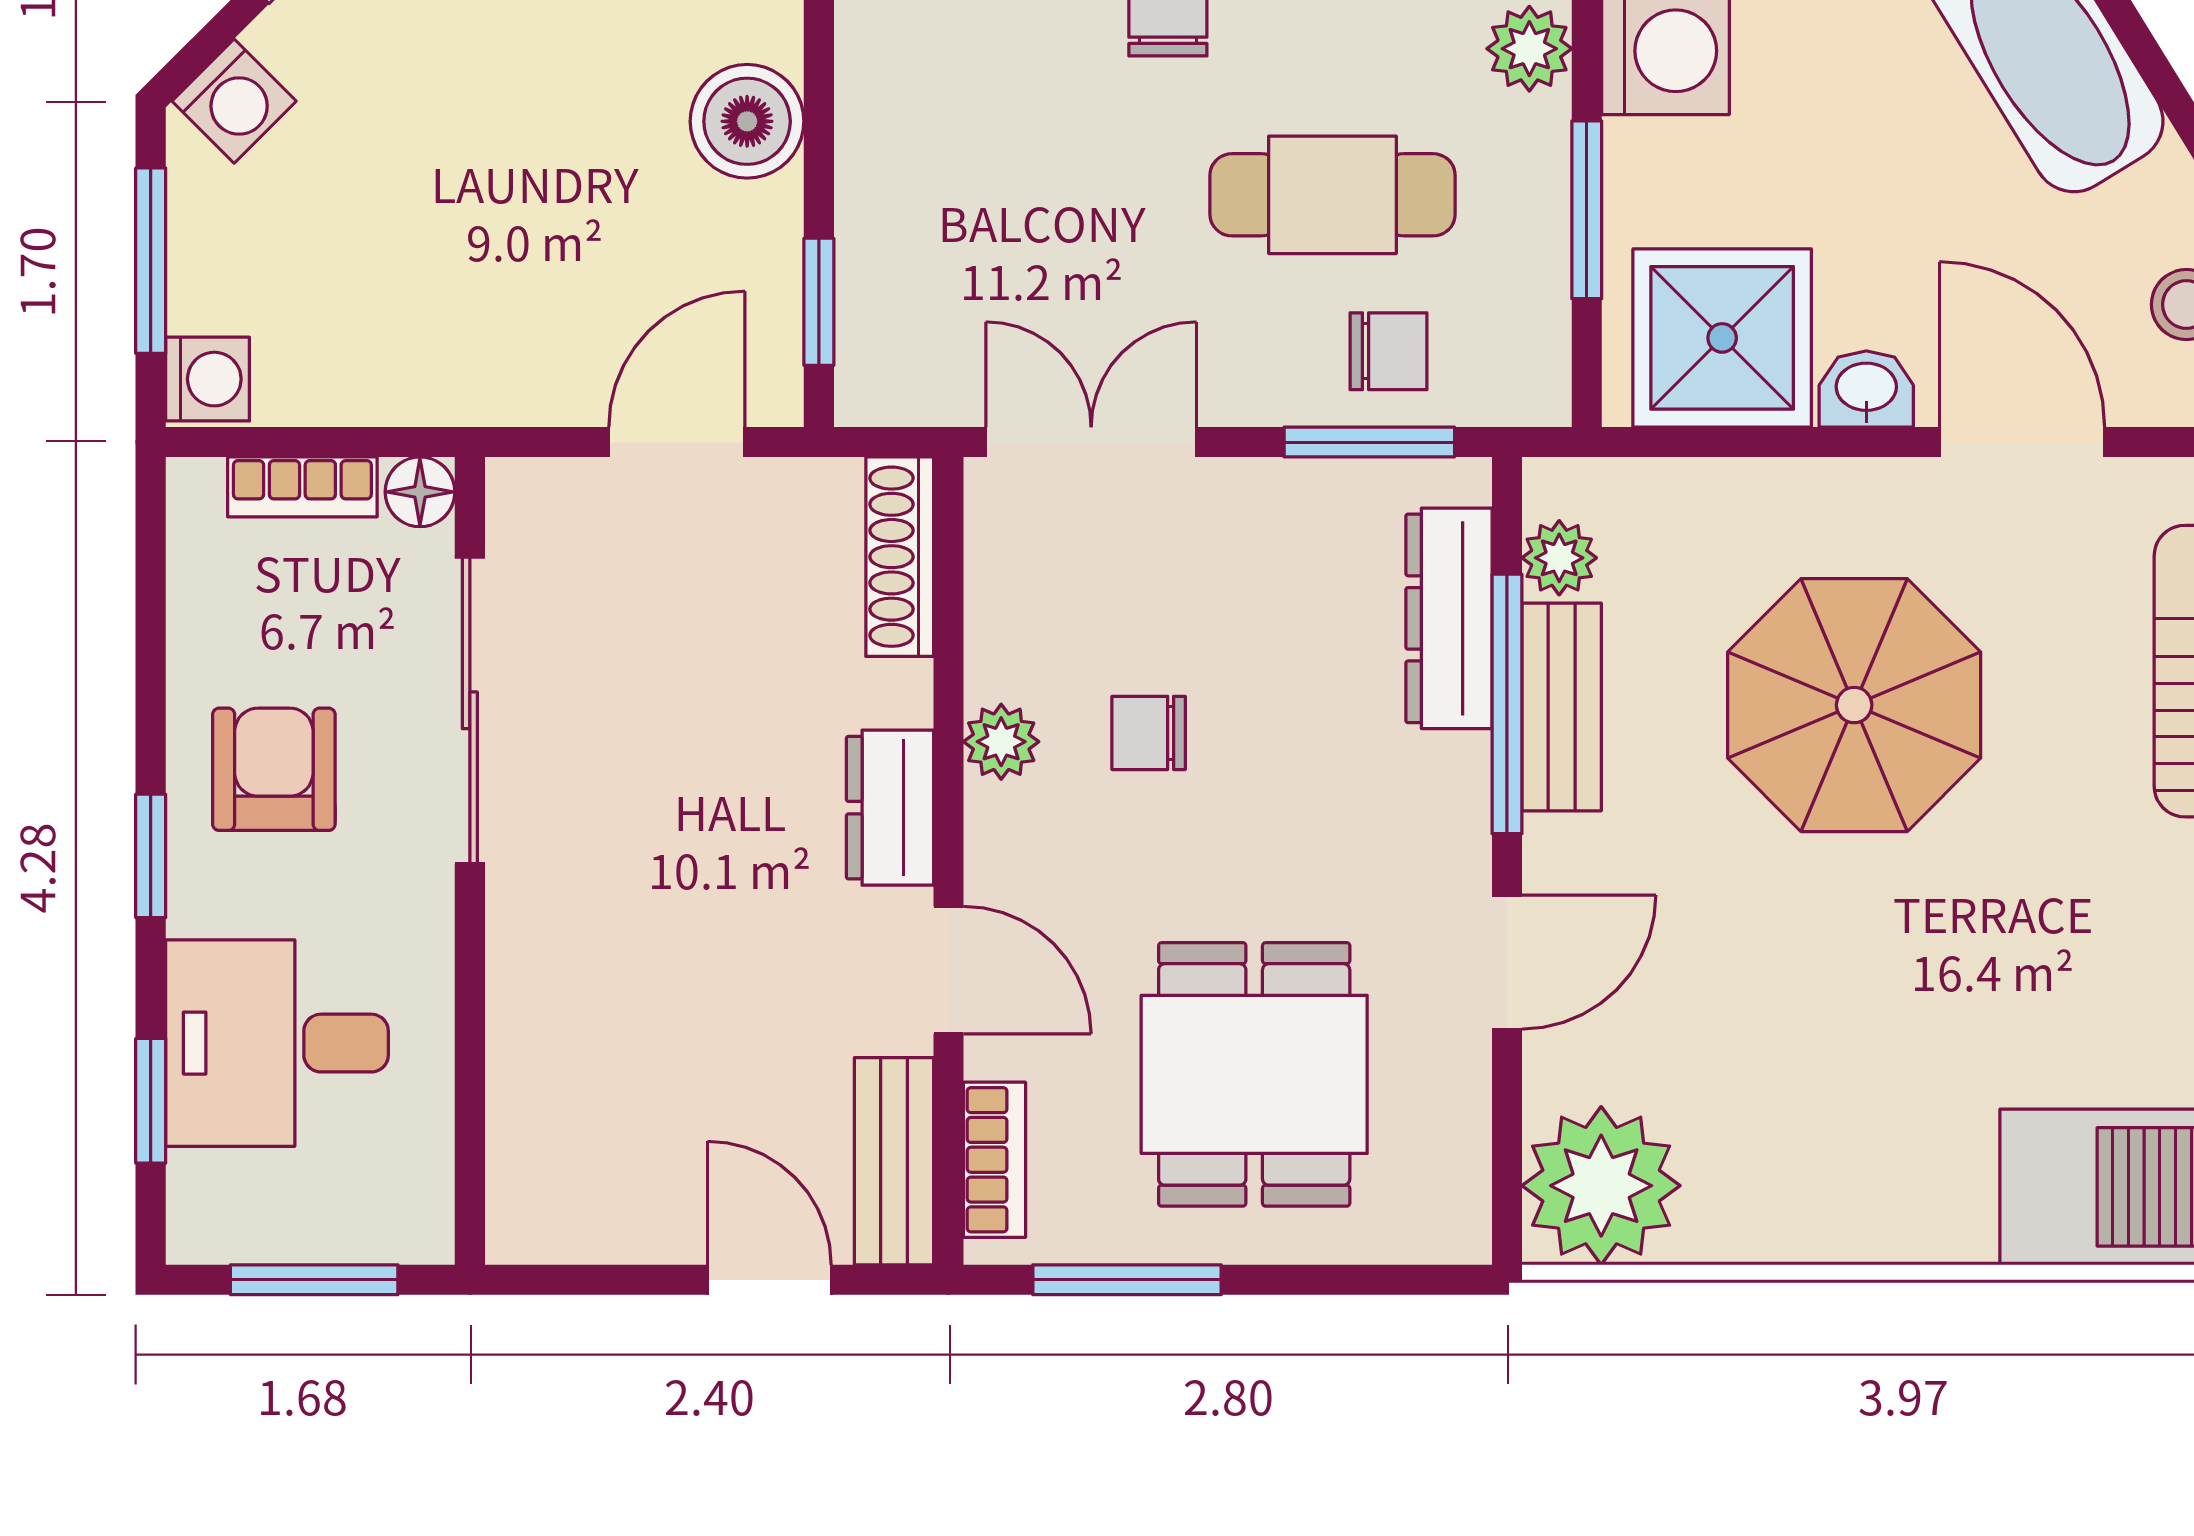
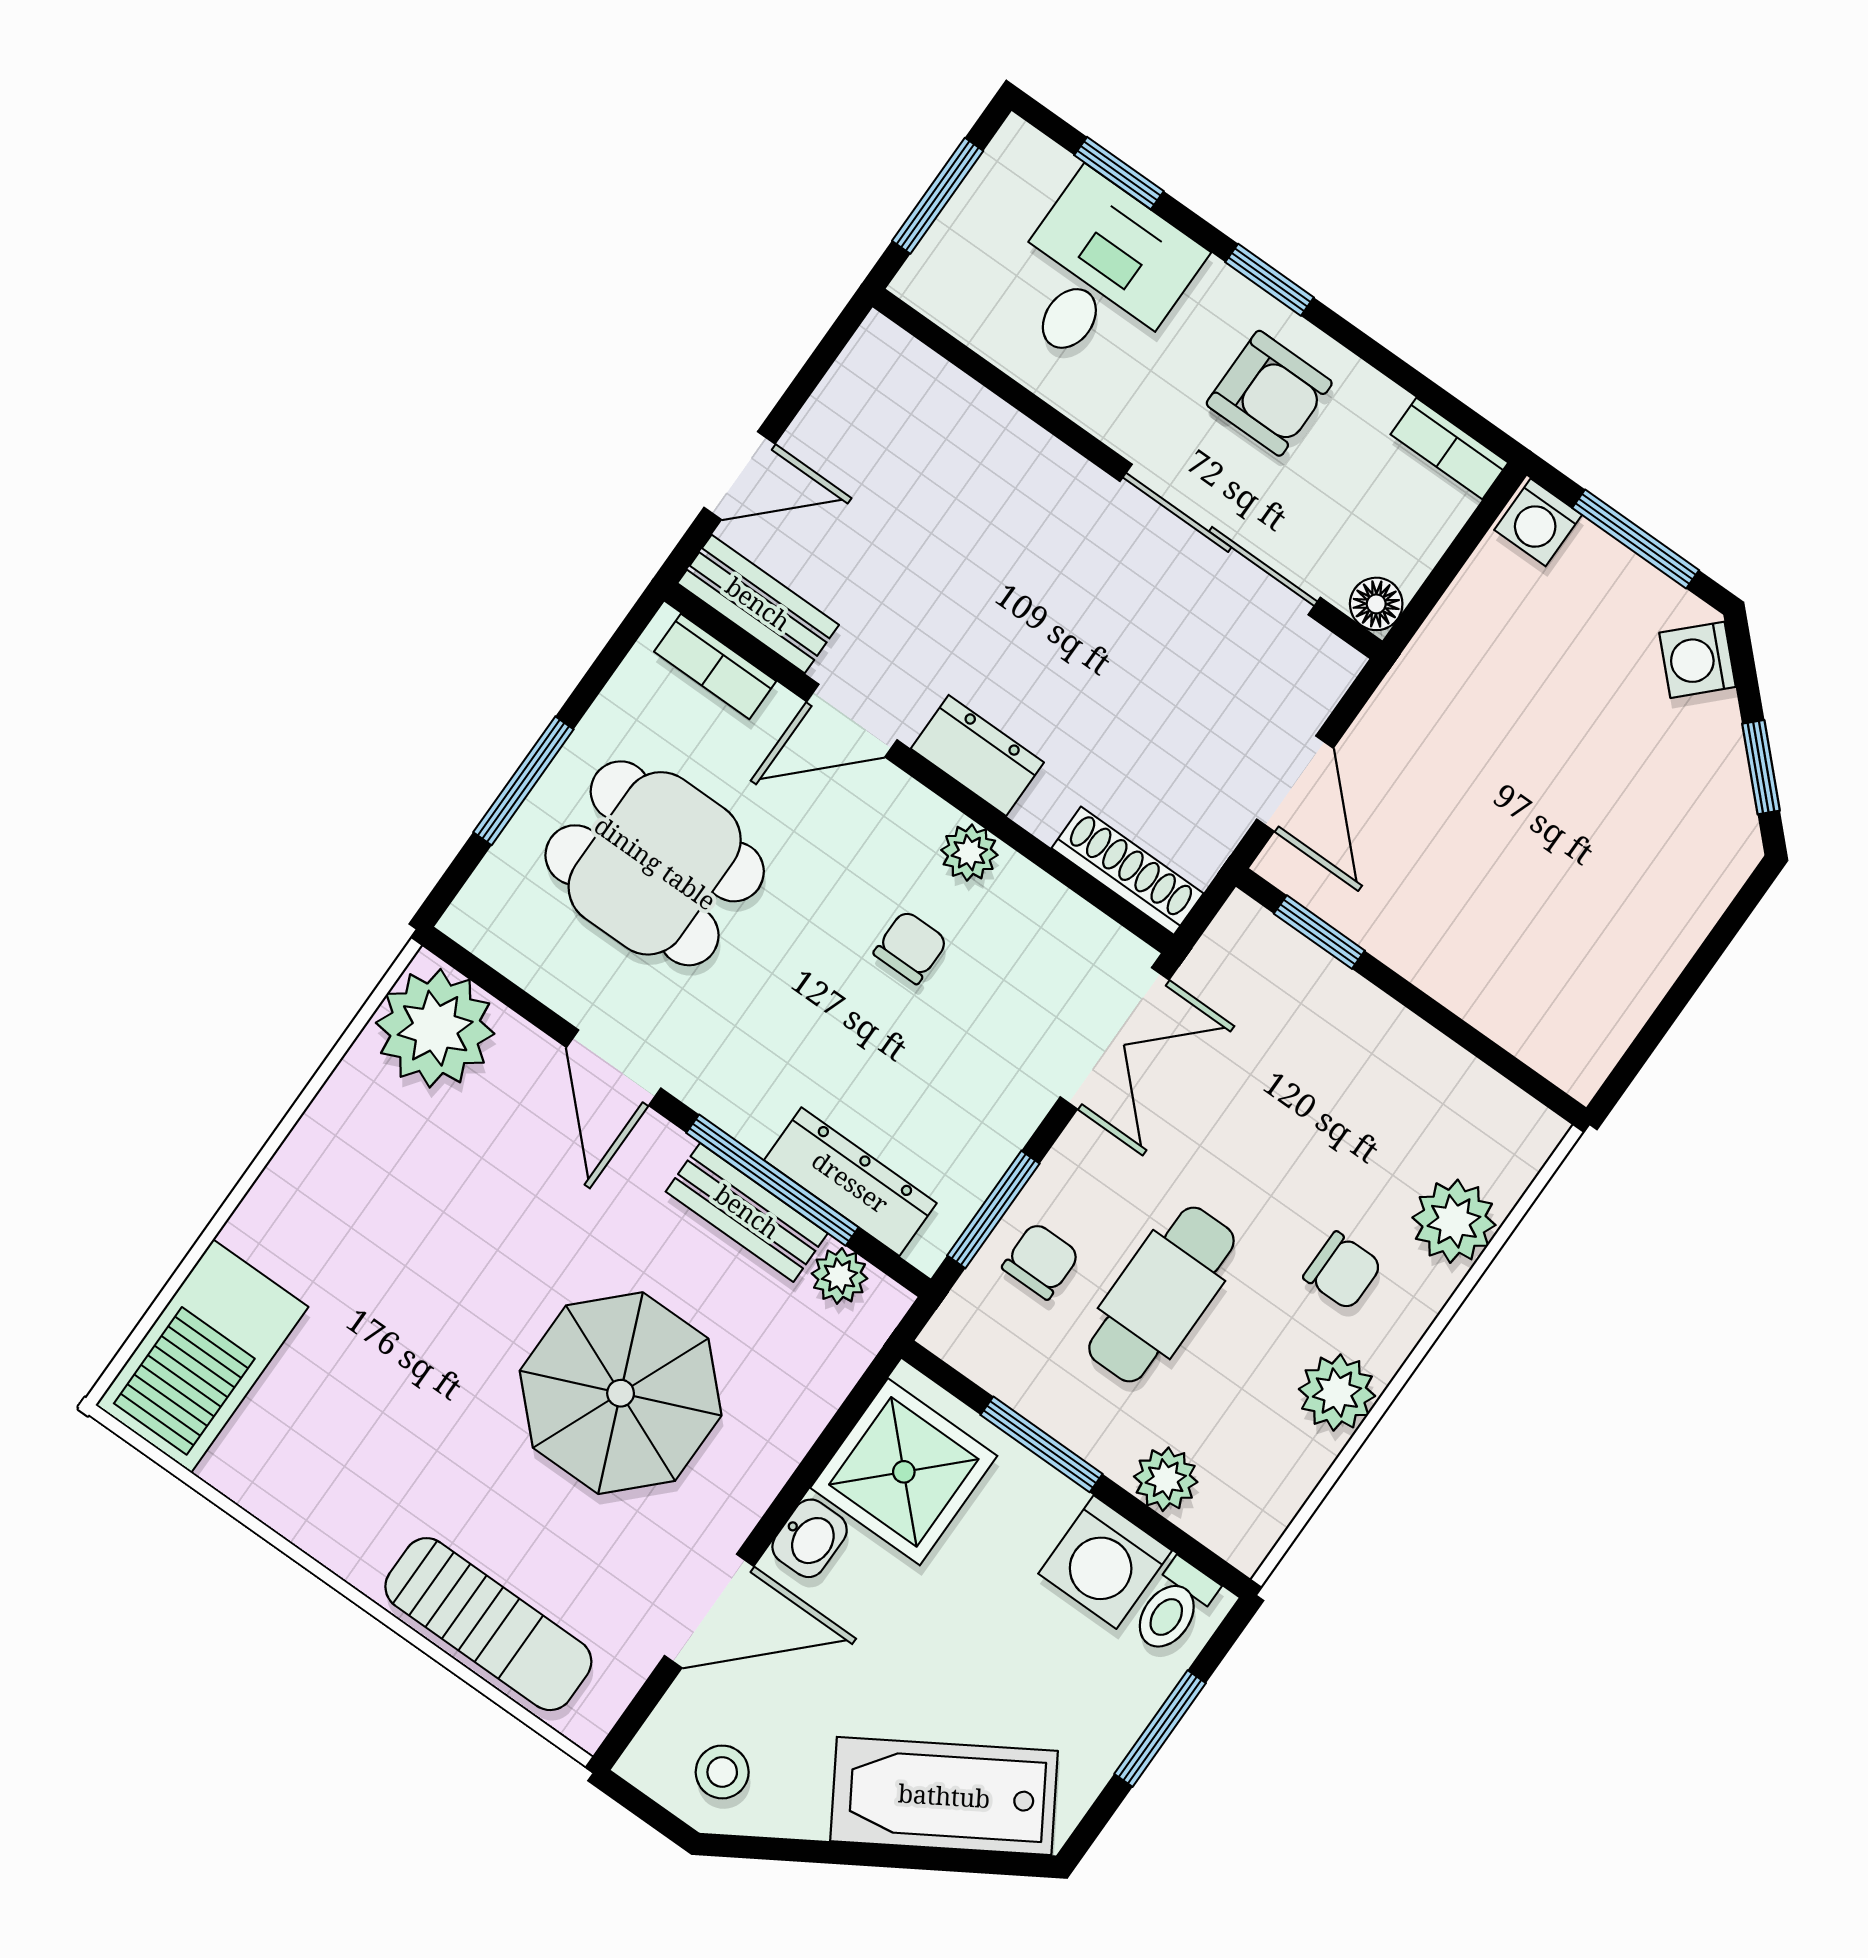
boiler: (747, 121) -> (1462, 966), removed
chair: (1389, 351) -> (1041, 1261), turned 180
bookcase: (302, 487) -> (1449, 449), moved, turned -90
window: (1127, 1280) -> (523, 781), moved

